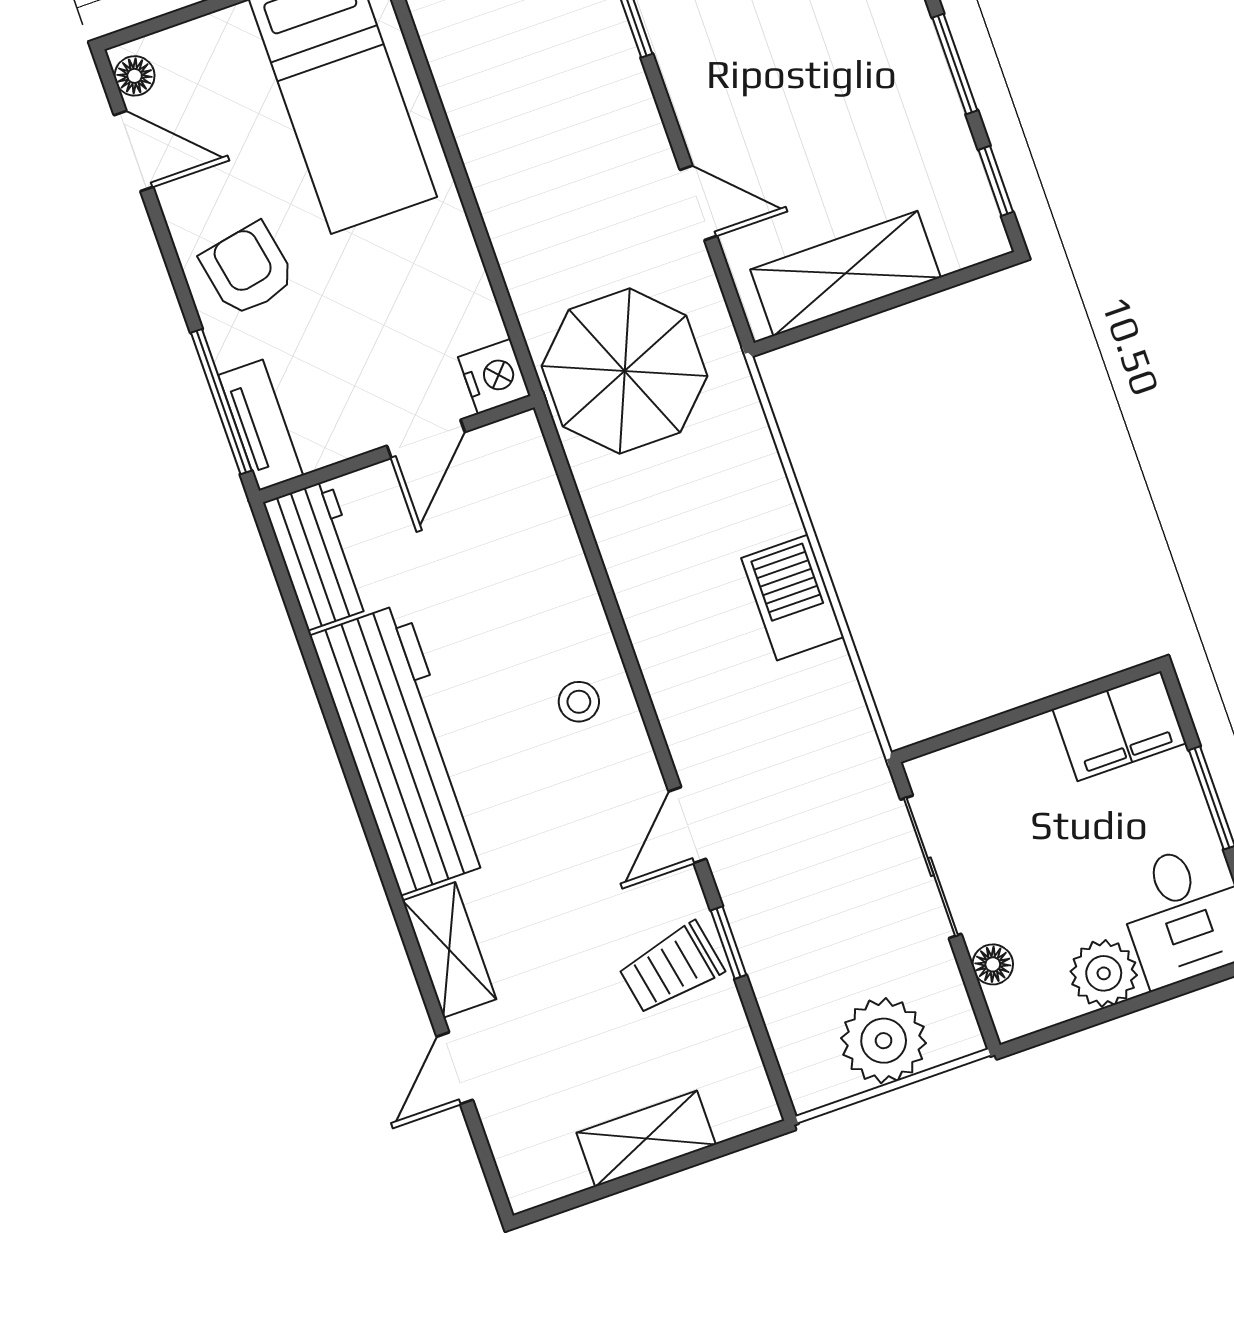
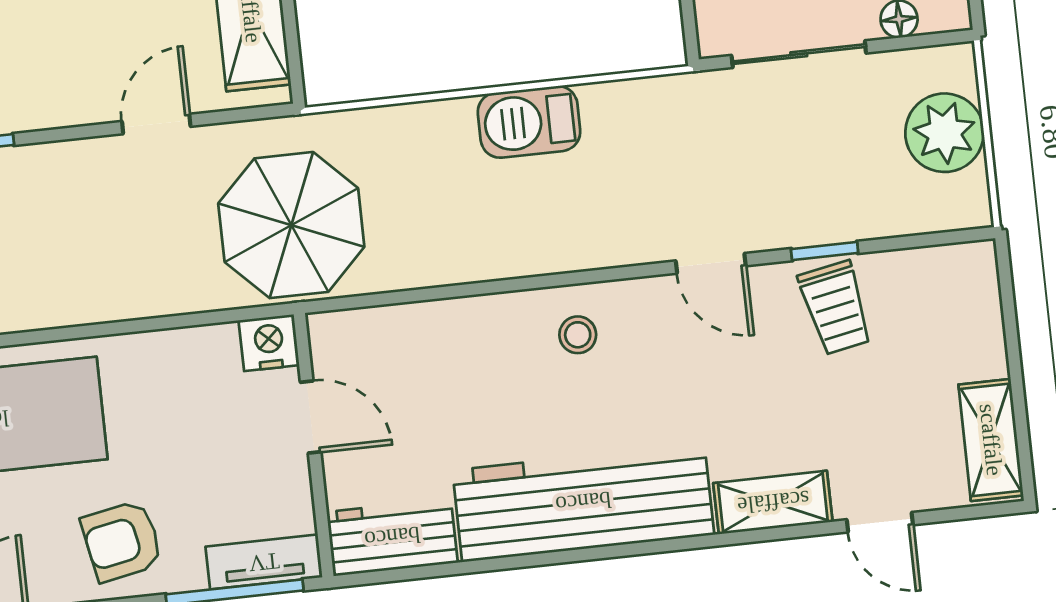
shelving: (646, 1139) -> (991, 440), moved

